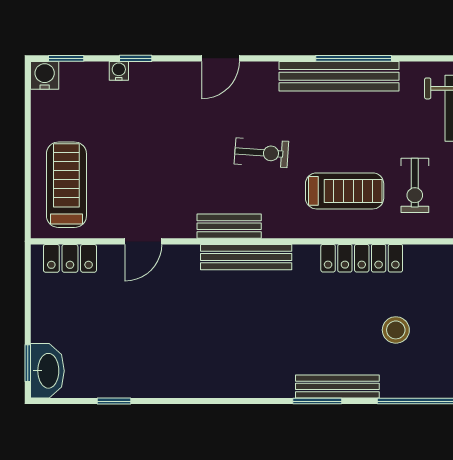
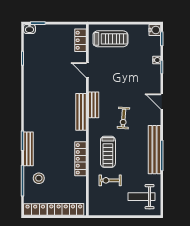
stool: (396, 330) -> (39, 178), moved
washbasin: (47, 371) -> (29, 29), width x0.52, depth x0.69

